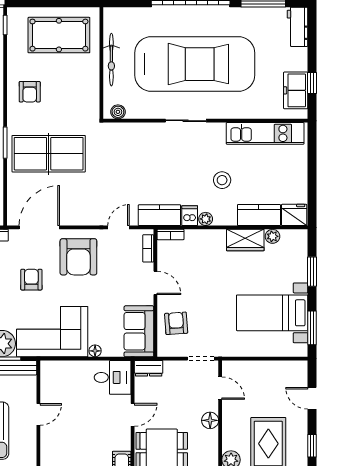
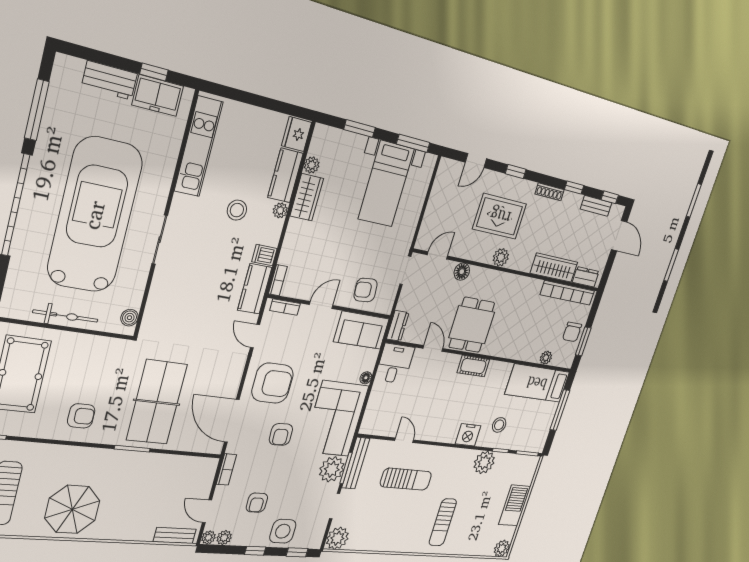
workbench: (297, 27) -> (110, 80), moved
plant: (206, 219) -> (280, 210), moved
armchair: (31, 280) -> (281, 434), turned -92

